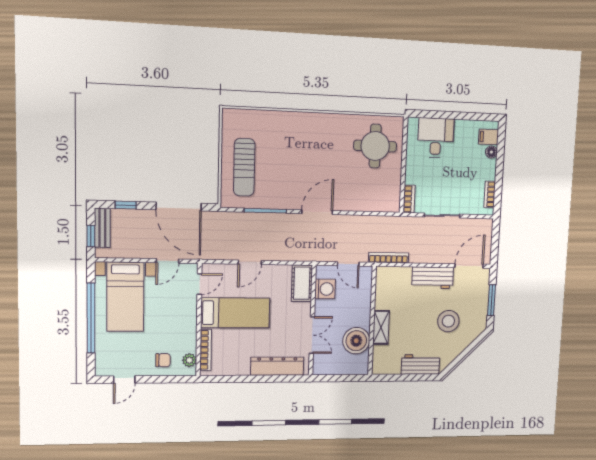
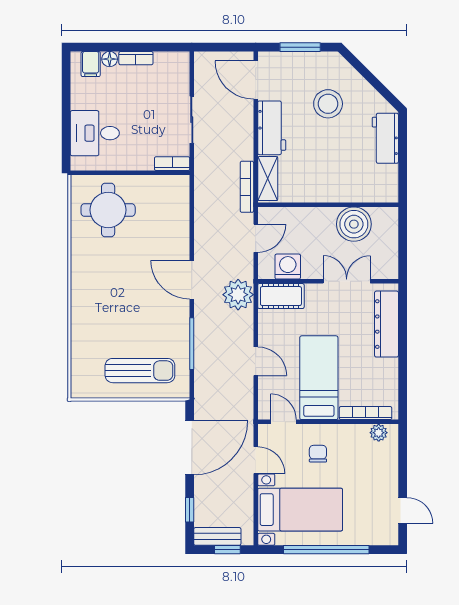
bookcase: (490, 194) -> (136, 58), moved
plant: (304, 249) -> (238, 295), added
shelving: (381, 327) -> (268, 179), moved, turned 90
chair: (163, 360) -> (318, 454), moved

